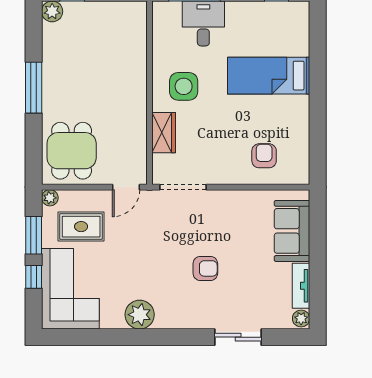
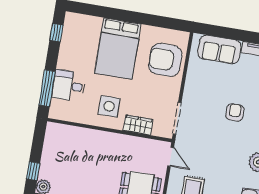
bed: (269, 76) -> (118, 49), width x1.50
armchair: (264, 156) -> (165, 60), width x1.88, depth x1.88

